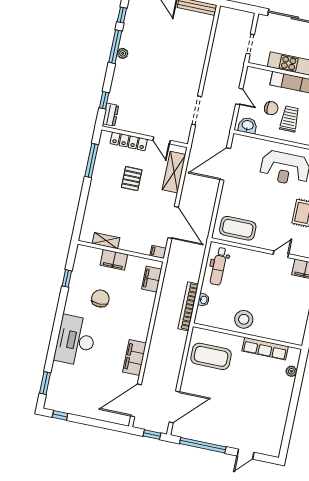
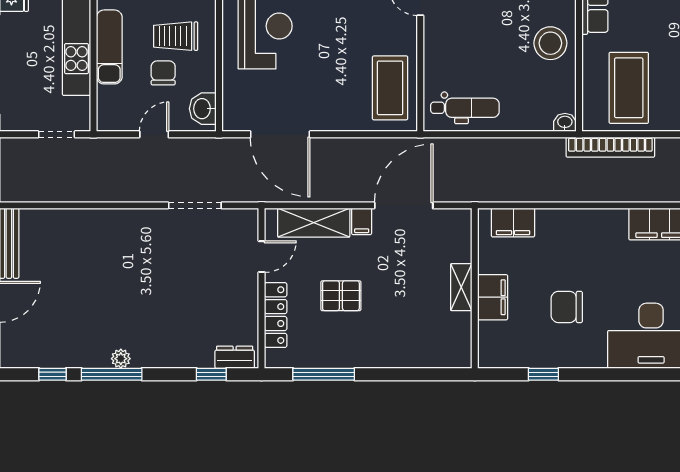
shelving: (106, 241) -> (461, 287), moved
filing cabinet: (158, 252) -> (362, 221), moved
washbasin: (203, 300) -> (565, 122), moved
bookcase: (188, 306) -> (610, 147), moved

